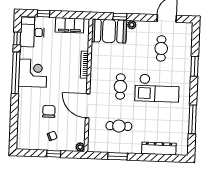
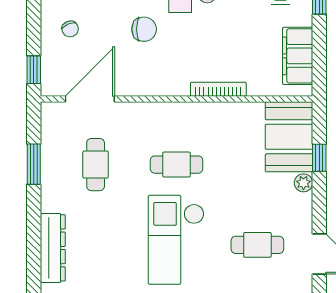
door: (88, 106) -> (90, 99), moved
chair: (49, 111) -> (144, 29), moved
plant: (80, 147) -> (50, 87), removed
window: (54, 154) -> (34, 70), moved

